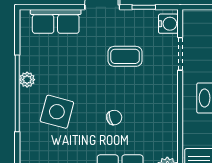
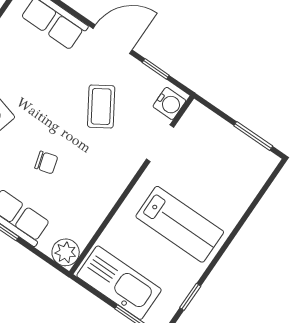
coffee table: (125, 56) -> (101, 106), turned 58

